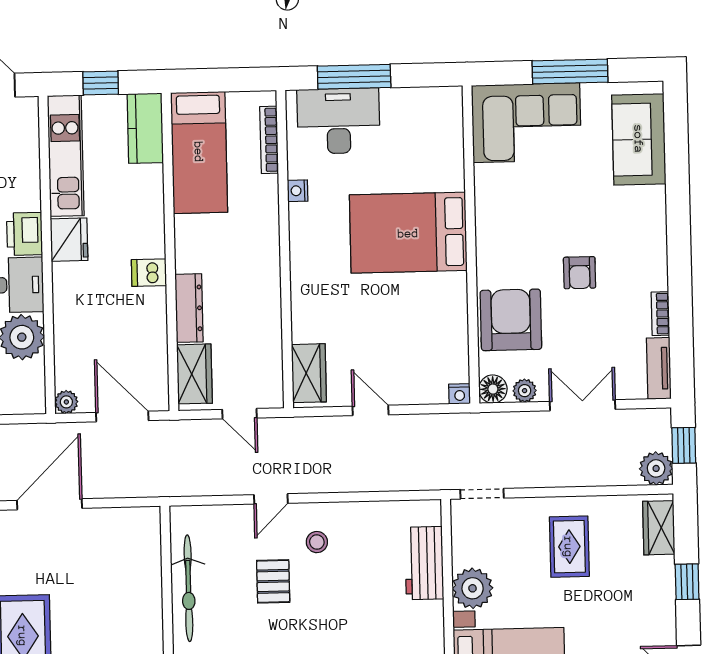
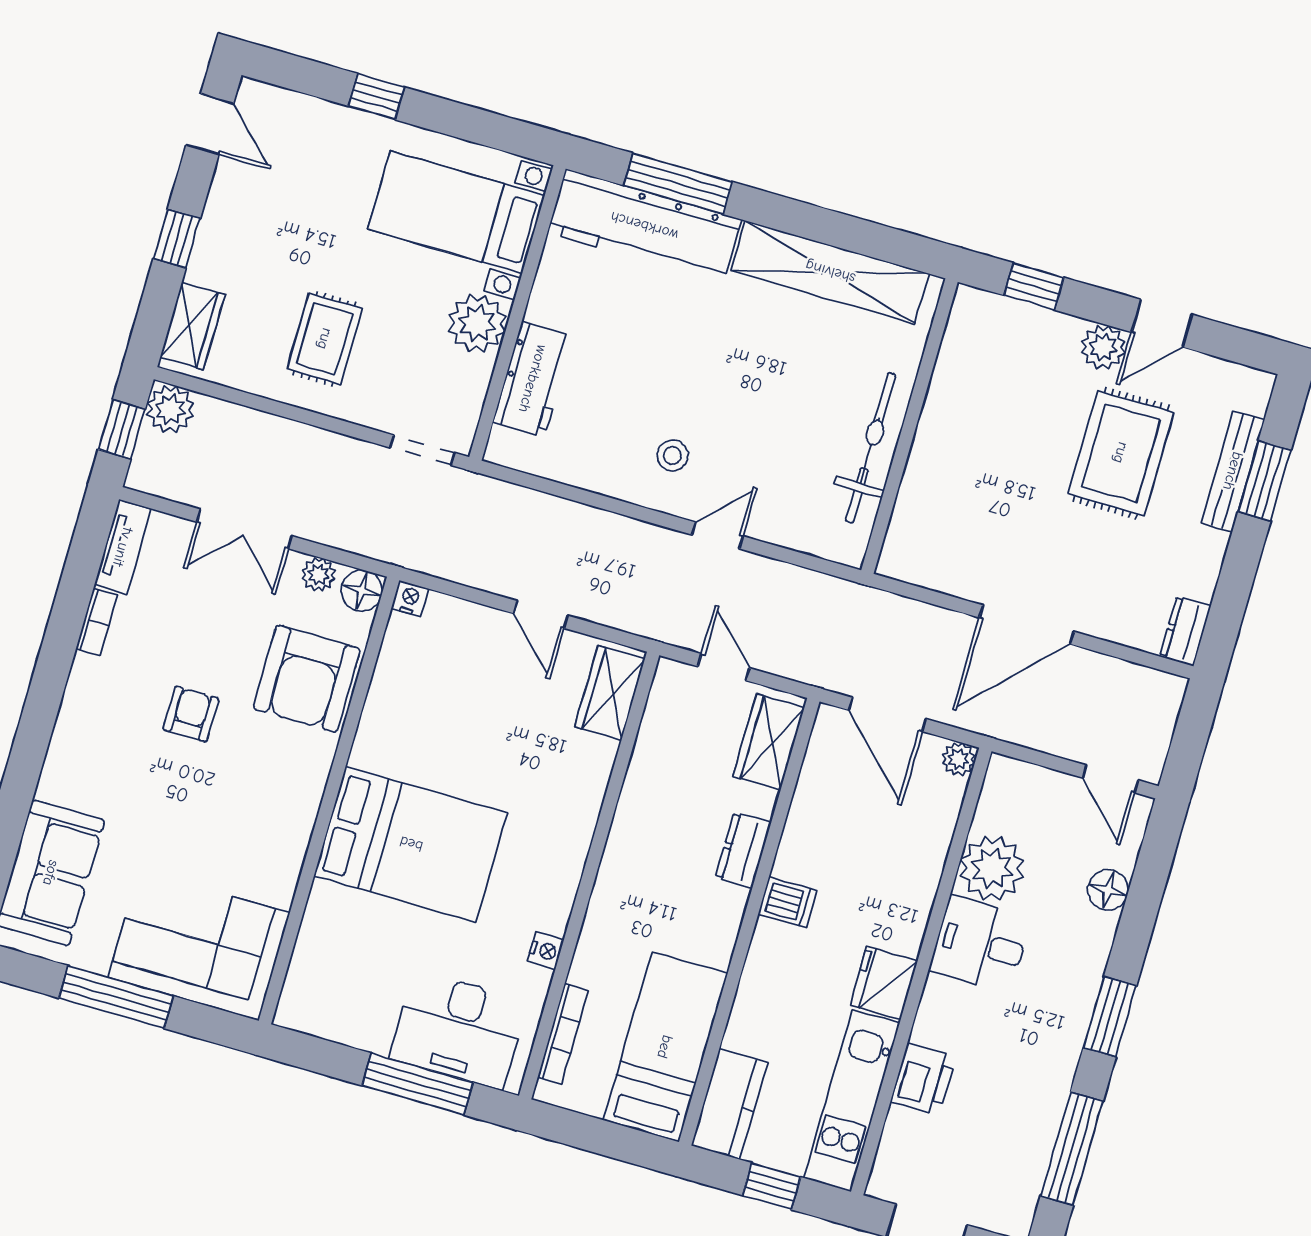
printer: (24, 234) -> (923, 1079), moved
dresser: (189, 308) -> (743, 850), width x0.70
pallet: (273, 581) -> (750, 420), removed

